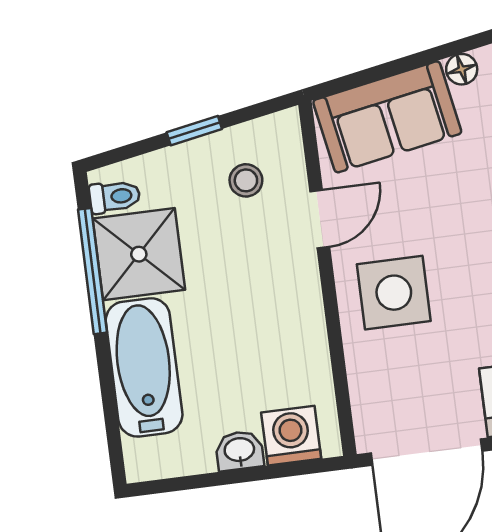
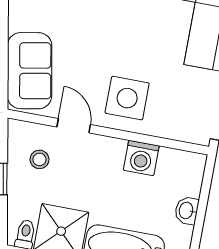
floor lamp: (462, 69) -> (16, 22), removed
washing machine: (291, 436) -> (141, 158), moved, turned -90

